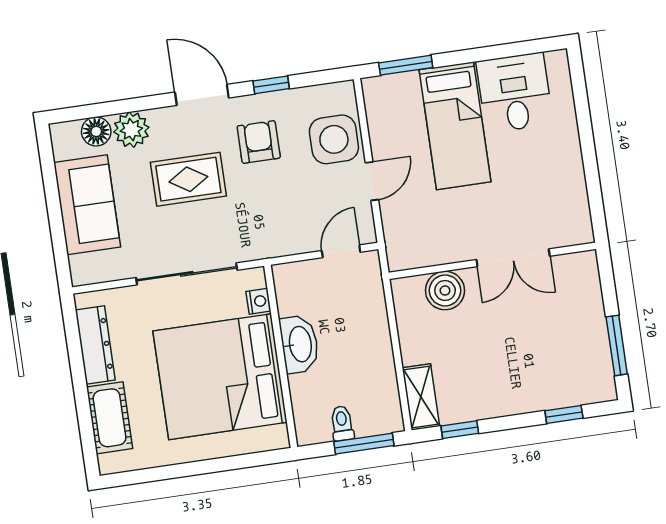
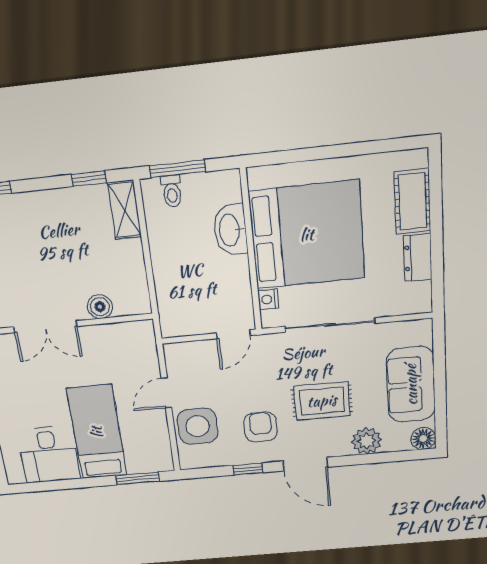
floor lamp: (96, 131) -> (423, 439), moved
armchair: (259, 142) -> (261, 427), turned 180
door: (341, 251) -> (233, 334), moved
double door: (513, 258) -> (45, 327), swing flipped
boiler: (445, 290) -> (100, 307), width x0.73, depth x0.73
washbasin: (299, 344) -> (230, 230), moved
dresser: (95, 345) -> (418, 257), width x0.70
toilet: (342, 423) -> (172, 191), moved

